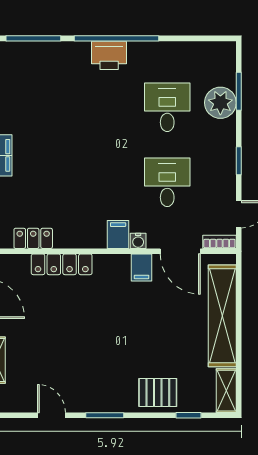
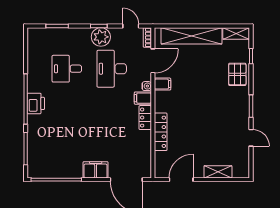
plant: (220, 103) -> (101, 37), moved
desk: (167, 182) -> (112, 69), width x1.37
locker: (33, 238) -> (145, 118), moved
door: (52, 415) -> (251, 138), swing flipped

